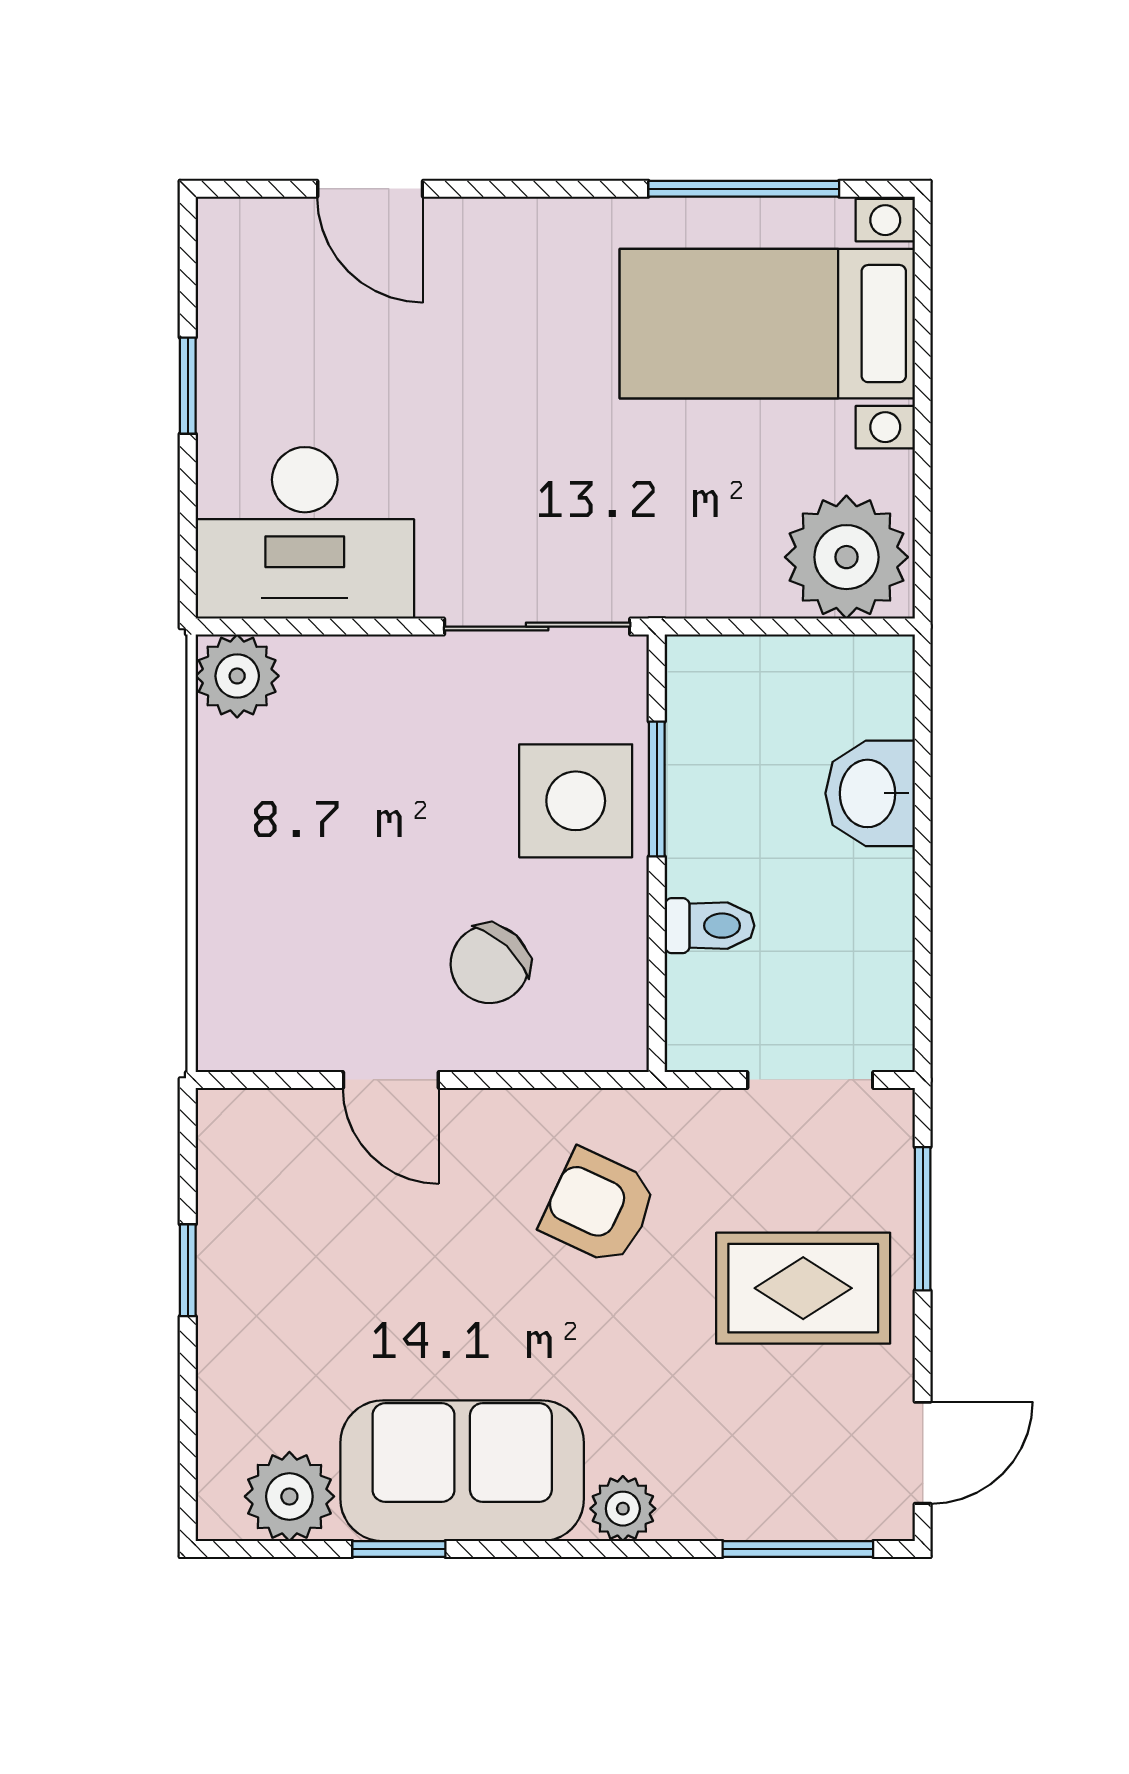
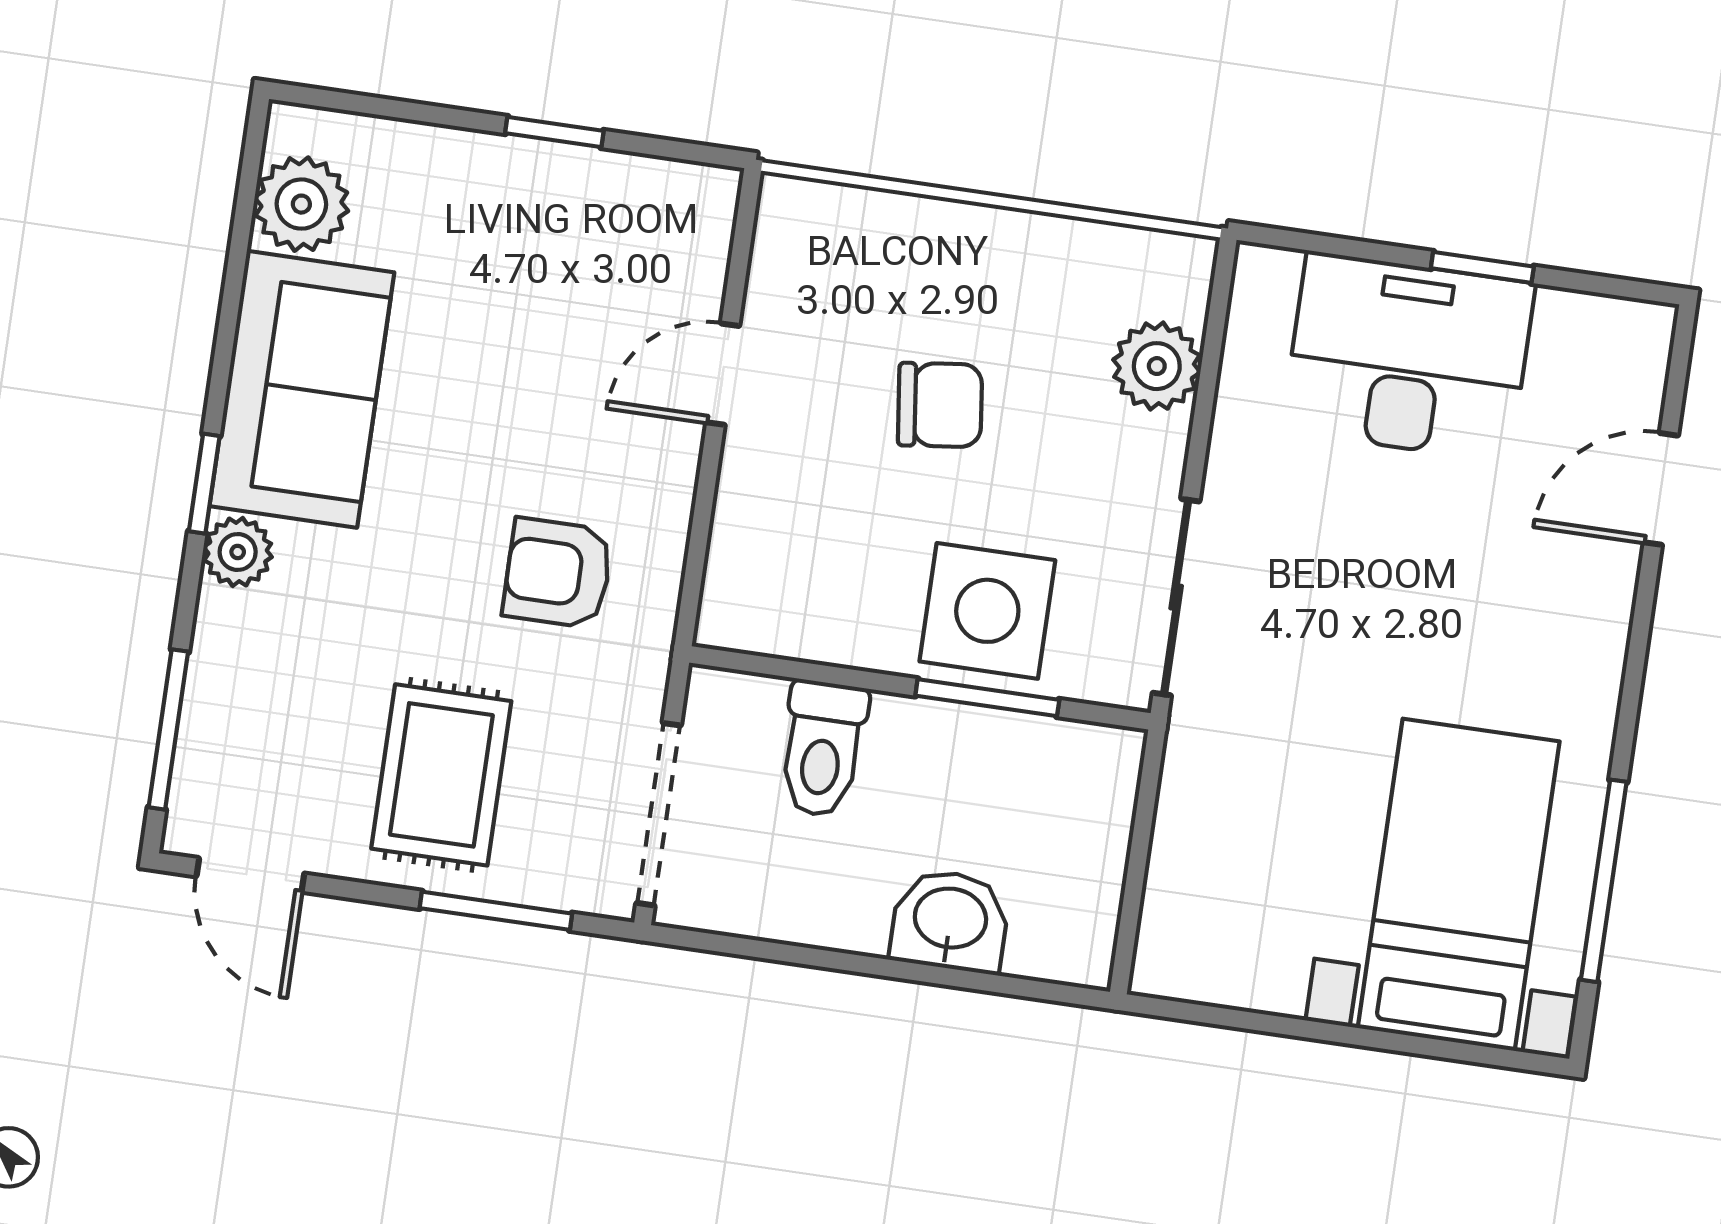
desk: (305, 533) -> (1408, 357), moved, turned 90
plant: (846, 557) -> (1202, 932), removed
plant: (237, 676) -> (1157, 366), moved
toilet: (709, 926) -> (823, 749), width x1.37, depth x1.39
chair: (490, 964) -> (940, 405), moved, turned 130
doorway: (810, 1080) -> (659, 814), width x1.38
armchair: (599, 1207) -> (558, 573), turned -115
window: (399, 1549) -> (204, 484), moved

